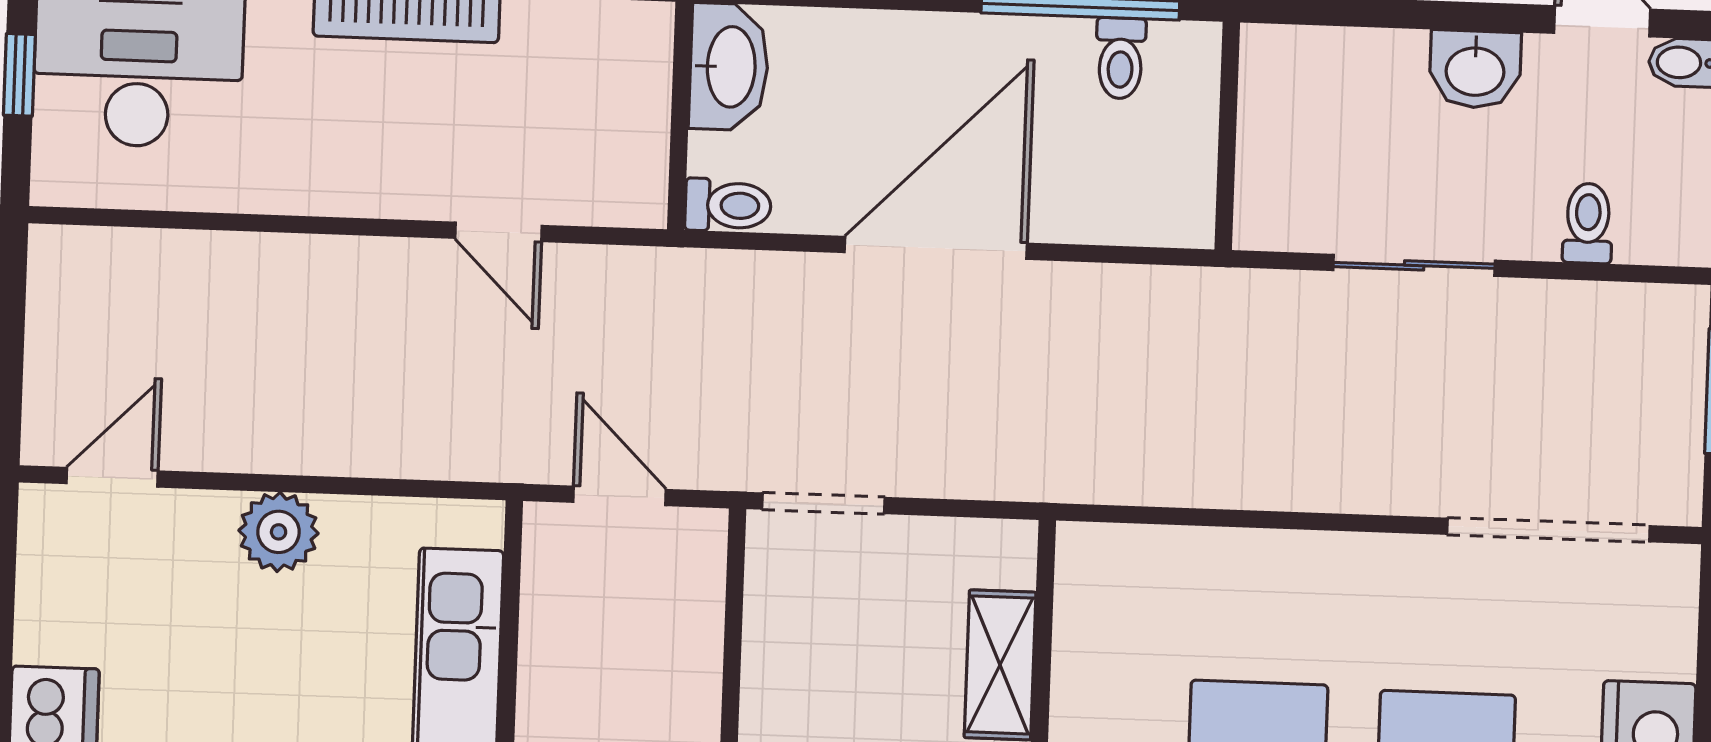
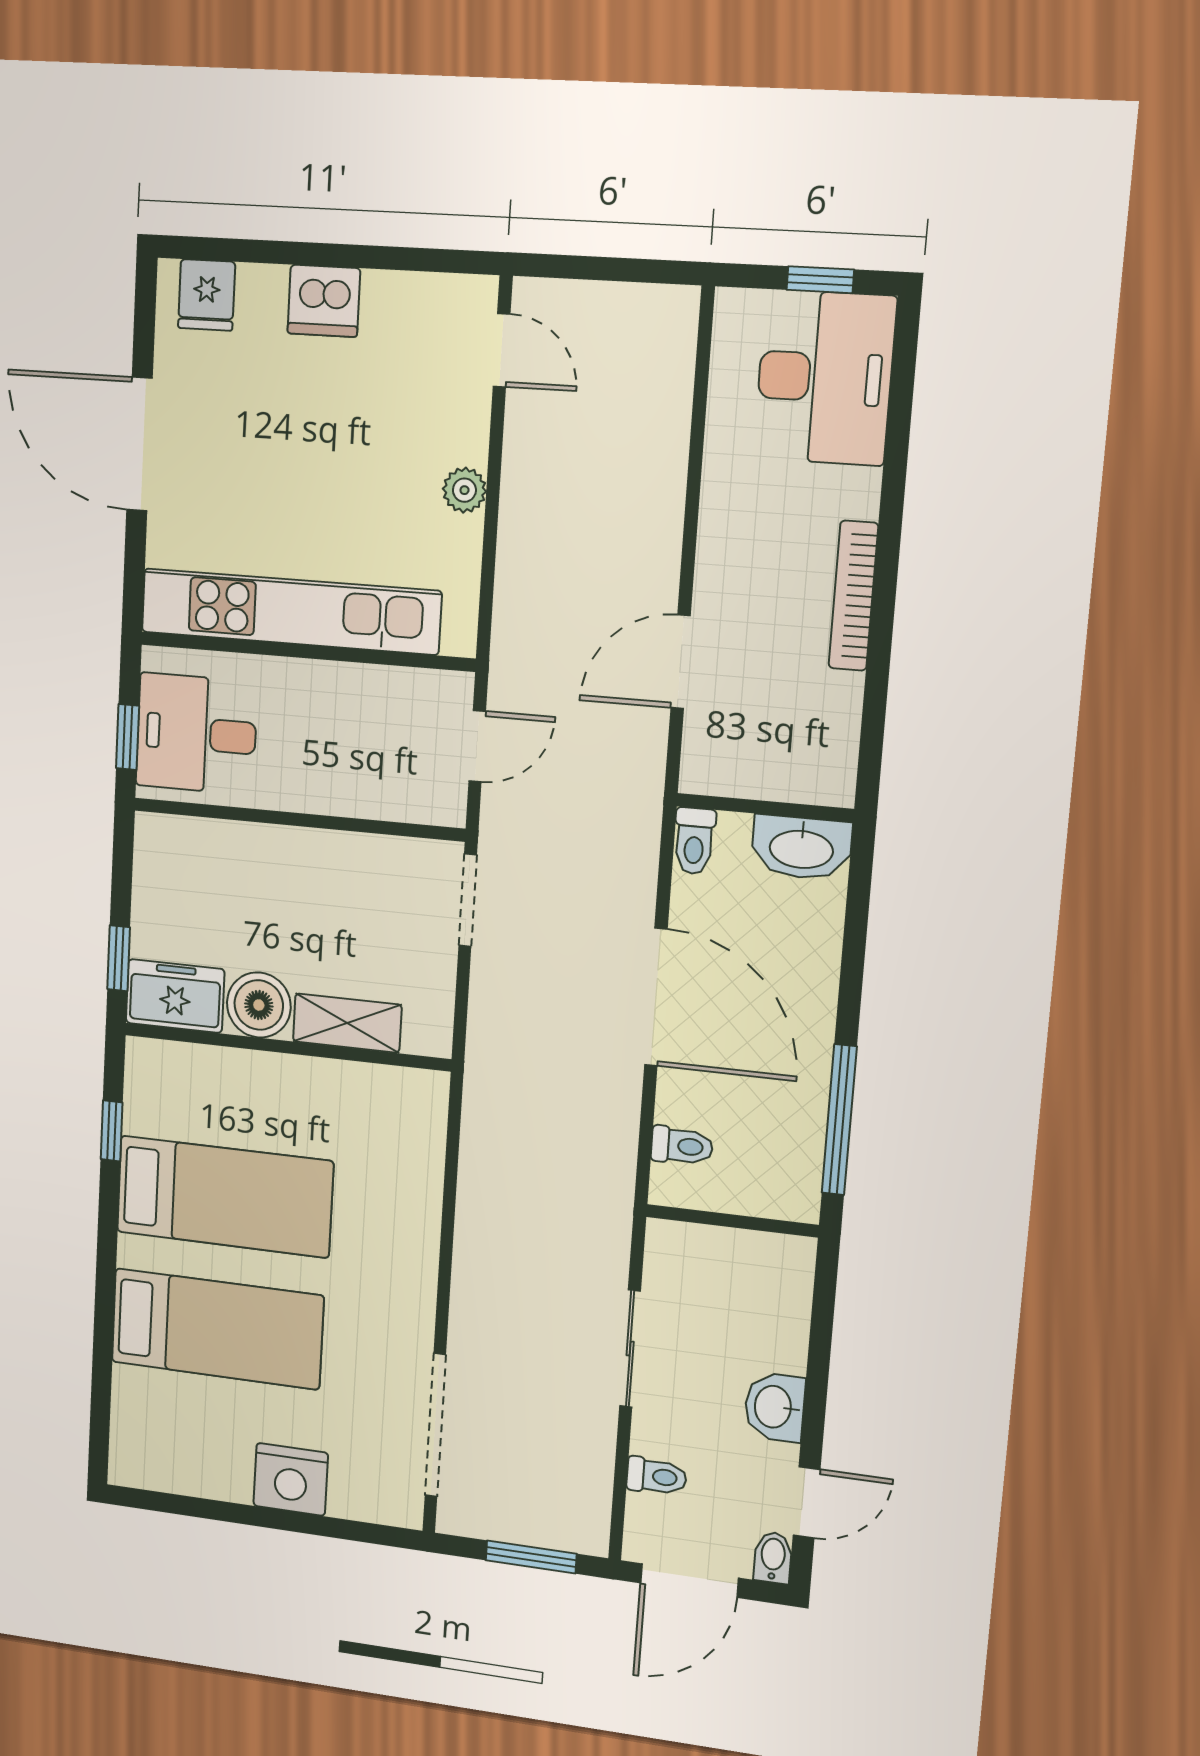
toilet: (1120, 58) -> (682, 1146), moved, turned 180
door: (498, 232) -> (681, 662), width x1.38
plant: (279, 532) -> (464, 490), width x0.73, depth x0.73

